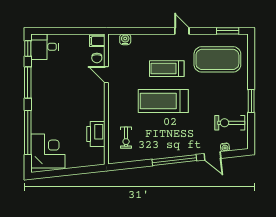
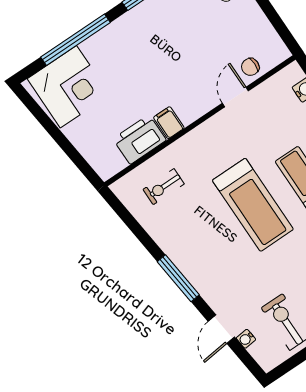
filing cabinet: (97, 41) -> (169, 123), moved
treadmill: (163, 101) -> (253, 205), turned 180
window: (174, 160) -> (178, 278), width x0.68

